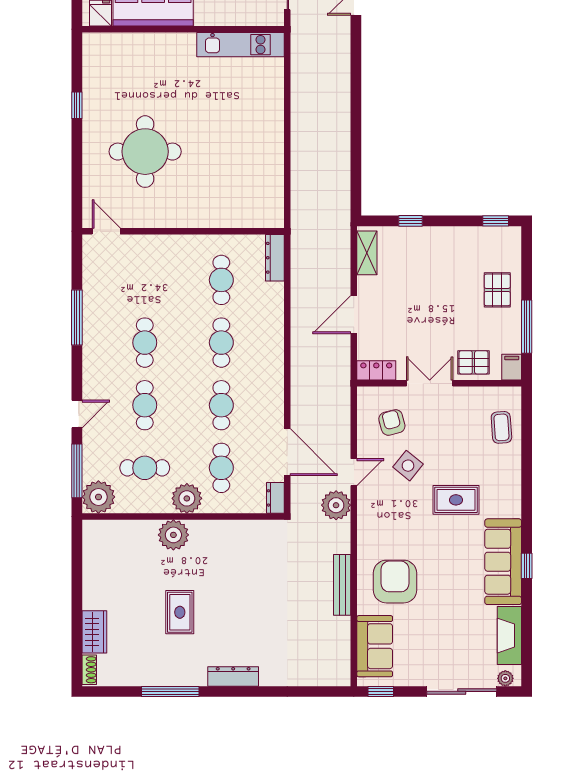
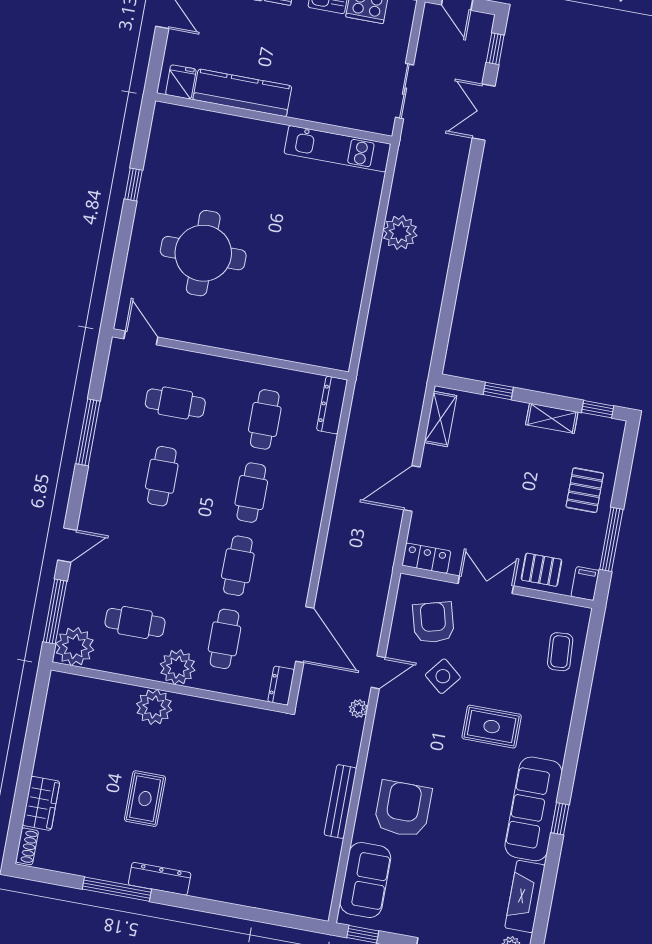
plant: (305, 104) -> (400, 232), added
shelving: (459, 235) -> (552, 418), added
cafe table: (145, 405) -> (175, 403), moved, turned 90
armchair: (392, 422) -> (433, 622), width x1.38, depth x1.38
plant: (336, 505) -> (358, 709), width x0.53, depth x0.53
dresser: (233, 676) -> (160, 879), moved

